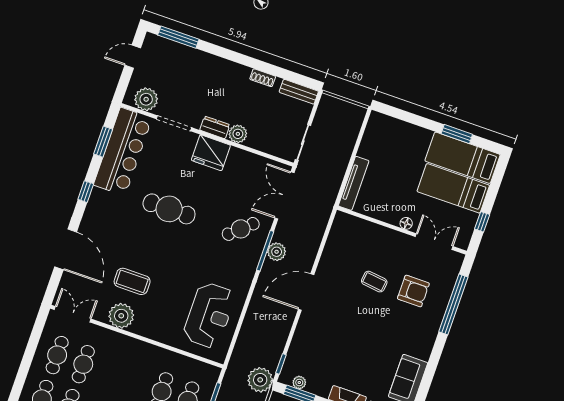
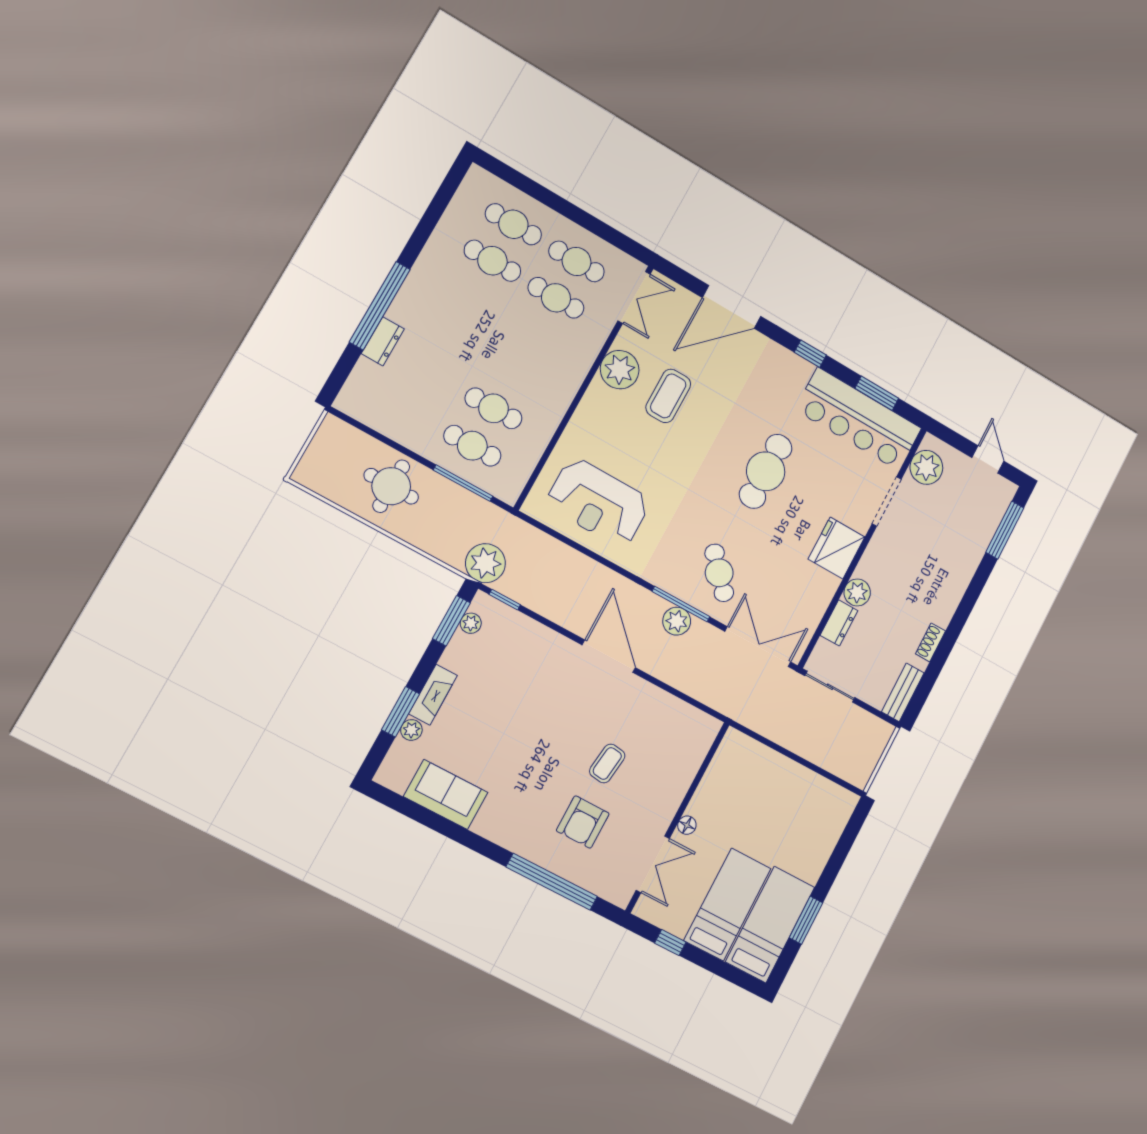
dresser: (215, 127) -> (839, 623), moved
tv unit: (354, 183) -> (759, 754), removed

